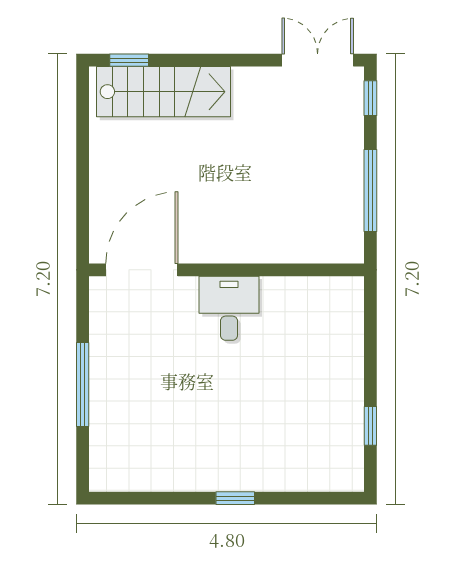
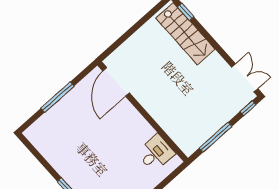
door: (142, 270) -> (116, 82), swing flipped
desk: (229, 308) -> (156, 153), moved

